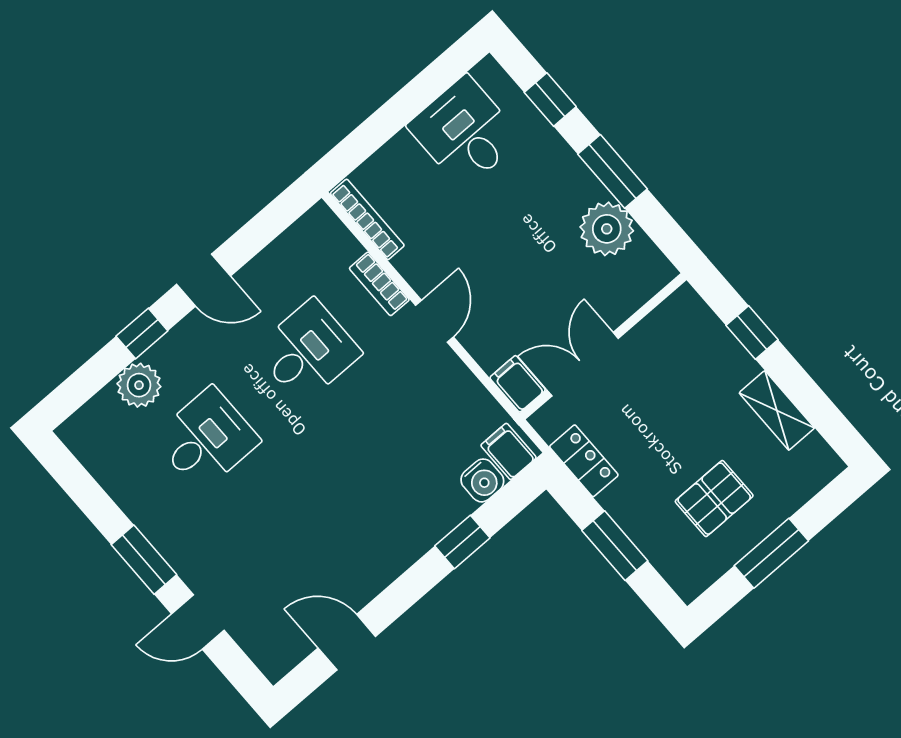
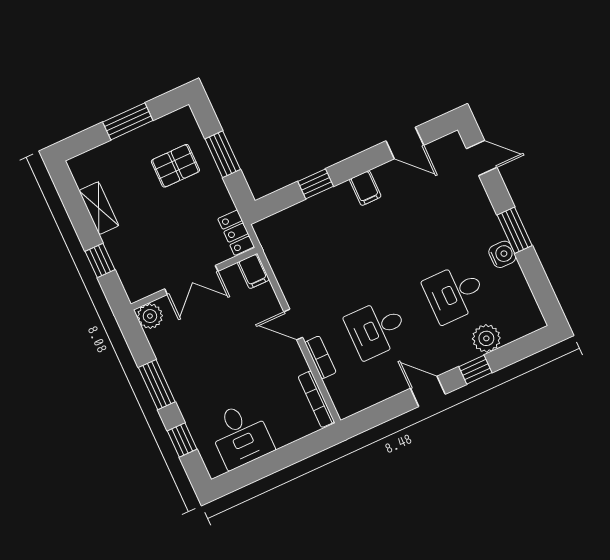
plant: (607, 229) -> (150, 316), moved, width x0.73, depth x0.73
door: (434, 321) -> (293, 325), hinge flipped
double door: (583, 364) -> (191, 280), moved
filing cabinet: (509, 451) -> (365, 188), moved
locker: (584, 461) -> (236, 233), moved
water cooler: (482, 480) -> (502, 254), moved, turned 90
pallet: (714, 499) -> (175, 166), moved
door: (198, 622) -> (482, 158), moved

